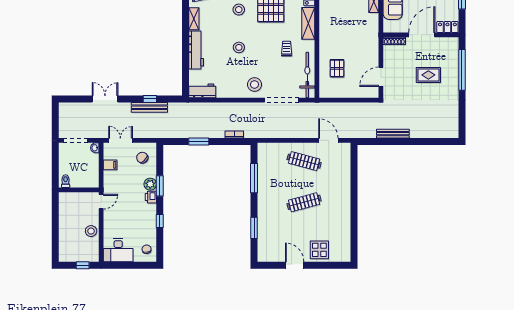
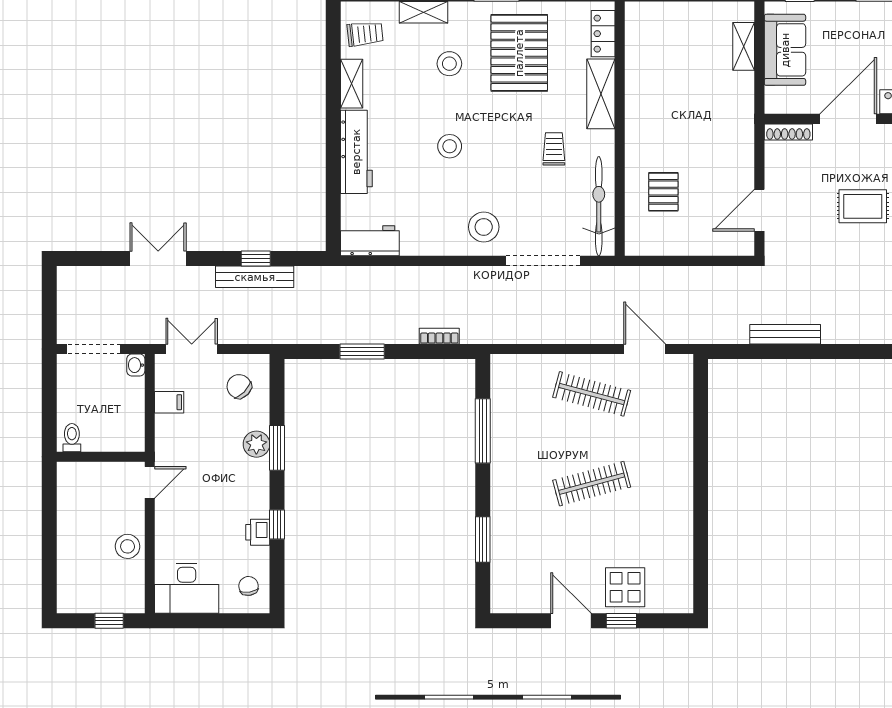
printer: (151, 197) -> (258, 532), moved
window: (318, 265) -> (621, 621), added

